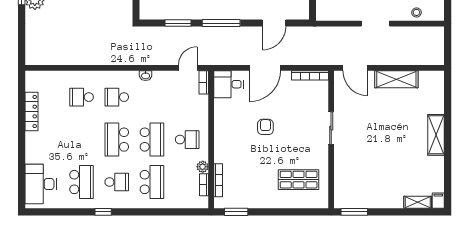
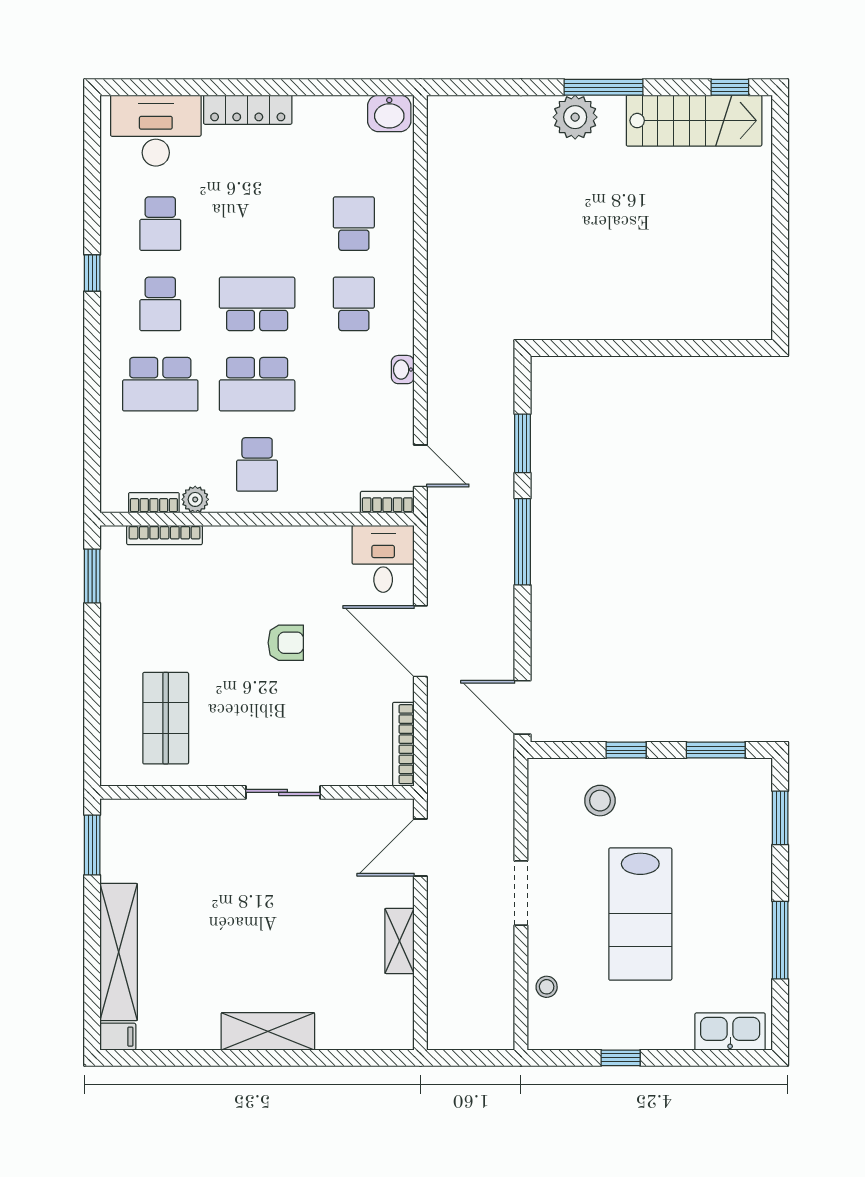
door: (274, 23) -> (523, 707), moved
shelving: (396, 79) -> (399, 941), width x0.67, depth x0.75
washbasin: (33, 82) -> (389, 113), added
locker: (31, 112) -> (248, 110), moved
school desk: (82, 182) -> (160, 224), width x0.54
shelving: (418, 202) -> (119, 952), width x2.20, depth x1.33

